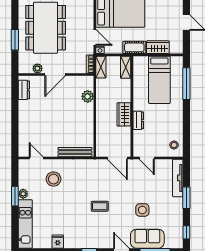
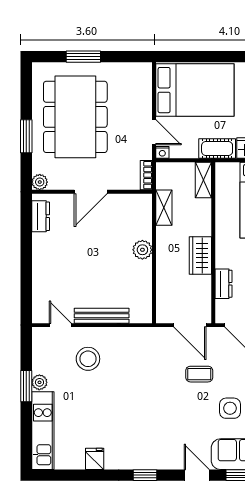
shelving: (101, 67) -> (164, 208), moved
plant: (37, 68) -> (40, 182), moved
plant: (88, 96) -> (142, 250), moved
dresser: (138, 120) -> (223, 284), moved
bench: (75, 152) -> (102, 316), moved
coffee table: (100, 206) -> (199, 374), moved

